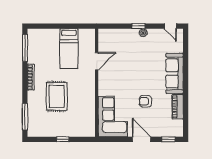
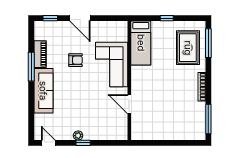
bed: (69, 49) -> (141, 43), moved, turned 180
door: (97, 61) -> (129, 104), hinge flipped
window: (186, 95) -> (31, 67), added
rug: (57, 96) -> (188, 48), moved
corner sofa: (113, 116) -> (112, 64), moved

